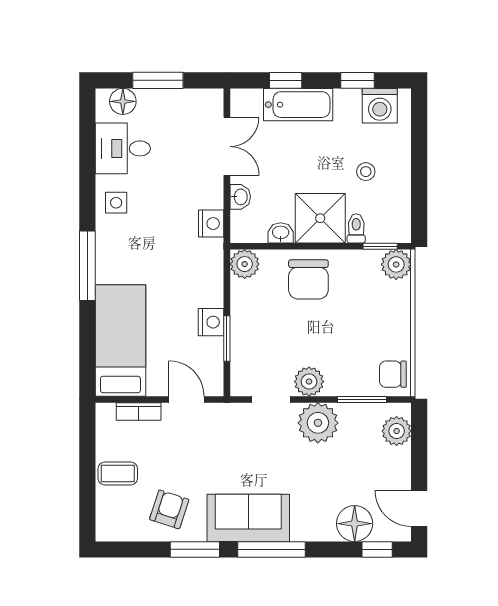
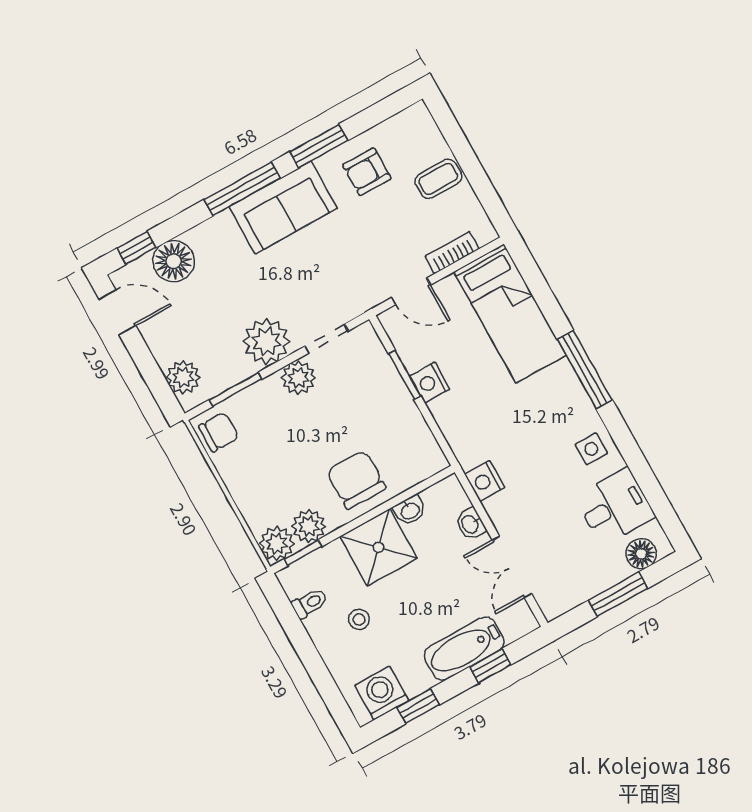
toilet: (356, 228) -> (310, 603), moved, turned -90
plant: (245, 264) -> (309, 526), moved
armchair: (169, 509) -> (367, 172), turned 72

